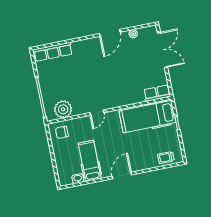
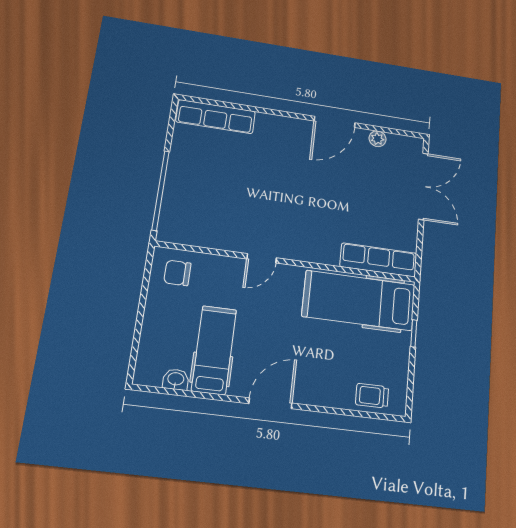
row of seats: (157, 93) -> (379, 260), width x1.48
plant: (63, 109) -> (196, 229), removed

